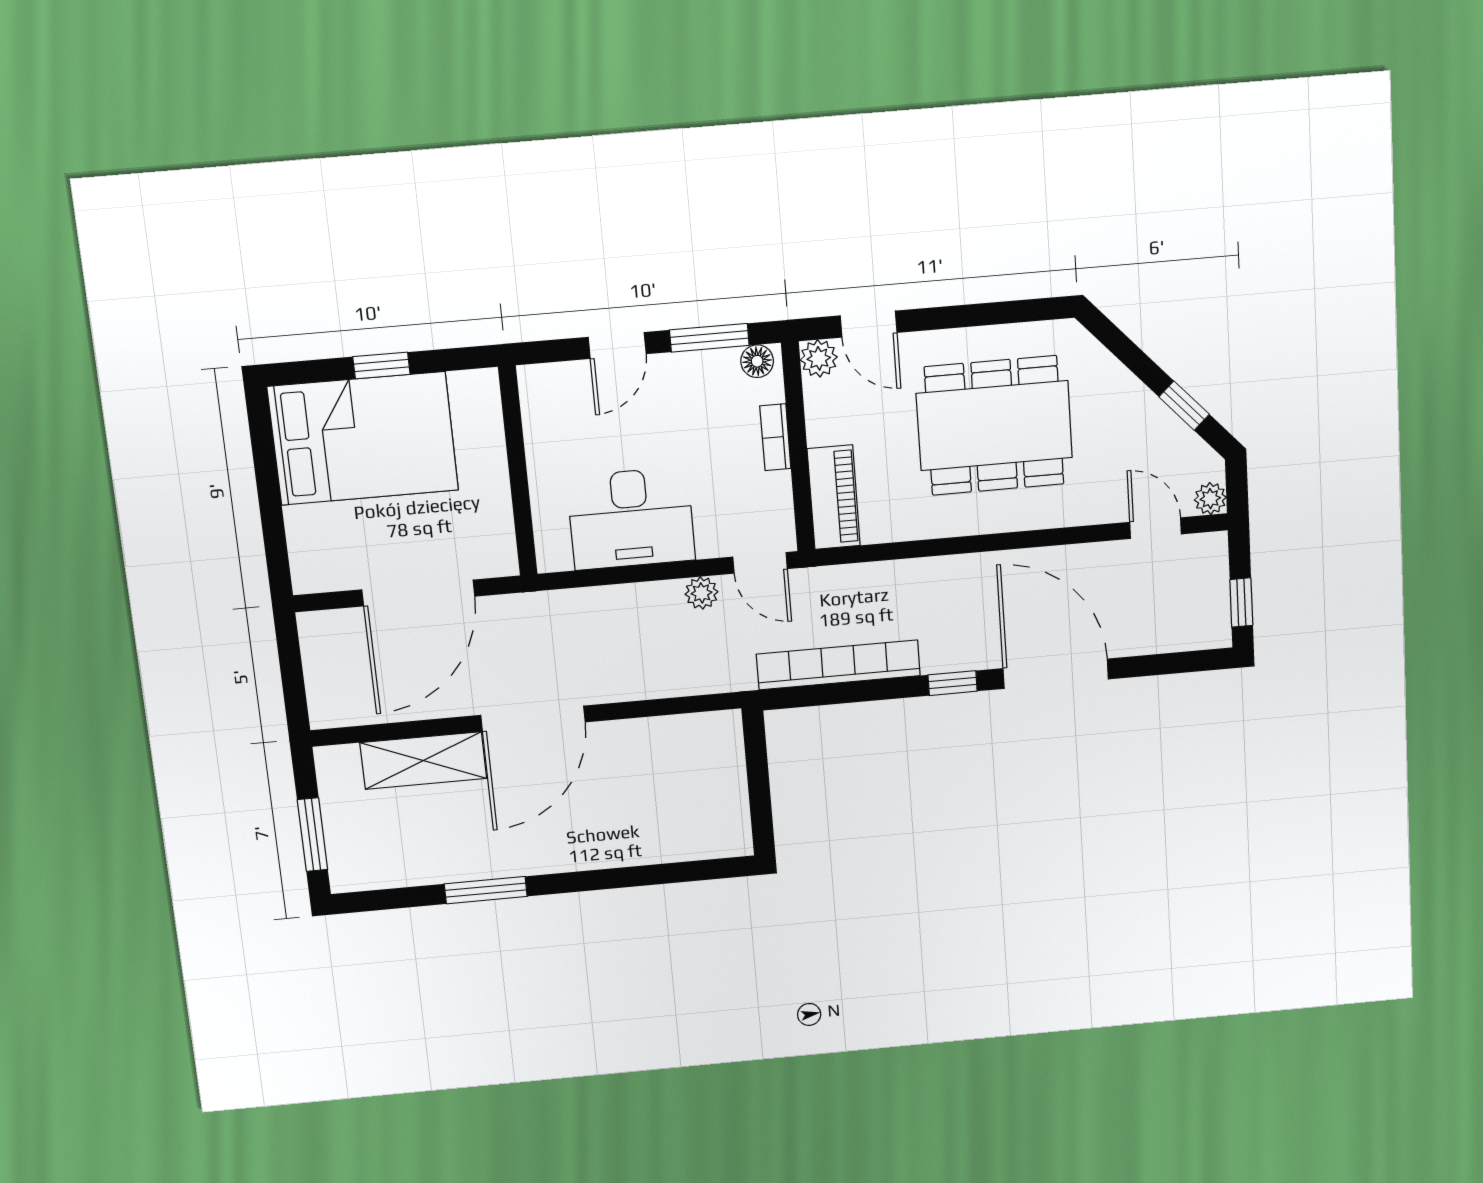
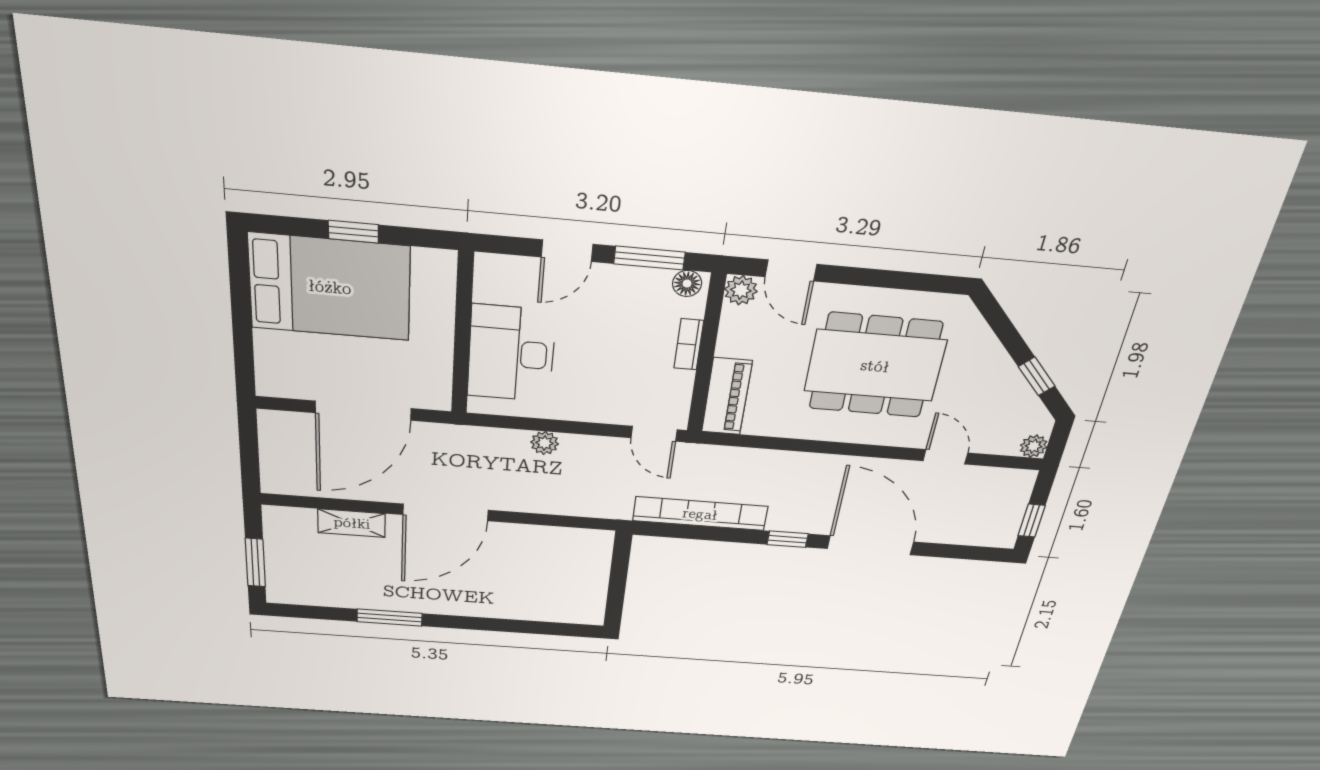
desk: (631, 518) -> (511, 354), moved, turned 90
door: (1156, 528) -> (945, 457), moved
plant: (702, 593) -> (545, 443), moved
shelving: (423, 761) -> (352, 523), width x0.67, depth x0.75

